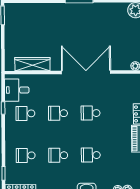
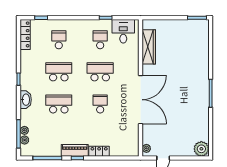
school desk: (58, 113) -> (100, 72), width x1.85
school desk: (58, 155) -> (59, 72), width x1.85
school desk: (91, 155) -> (59, 104), width x1.85

